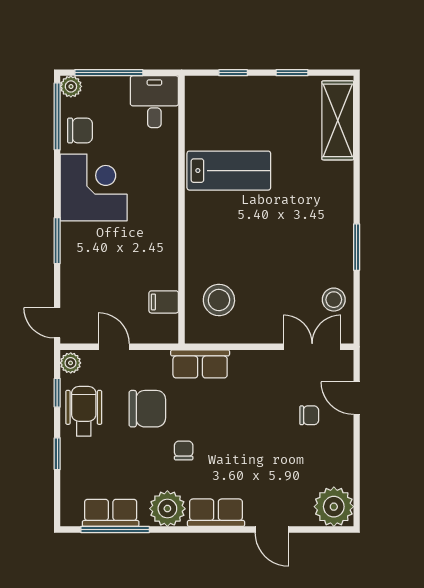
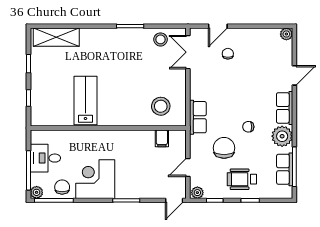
desk: (154, 102) -> (45, 158), moved
wheelchair: (84, 411) -> (242, 179), moved
plant: (334, 507) -> (286, 34), width x0.53, depth x0.53

